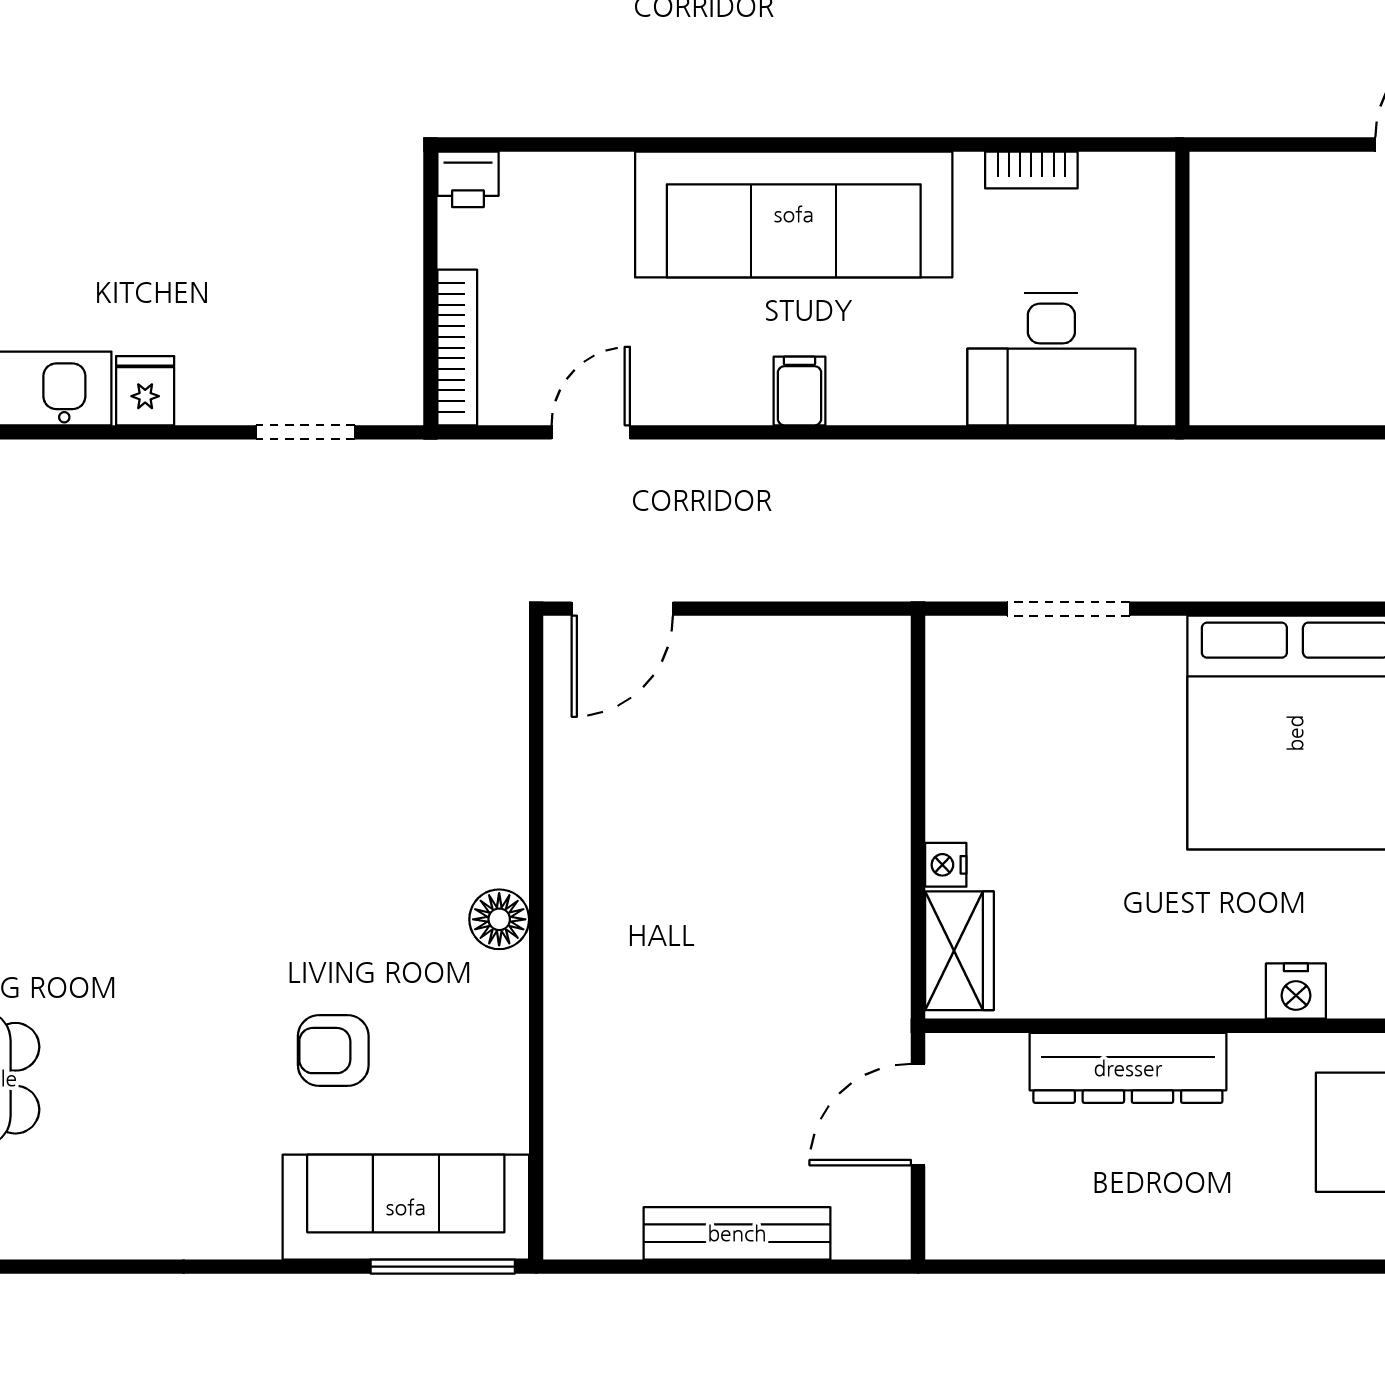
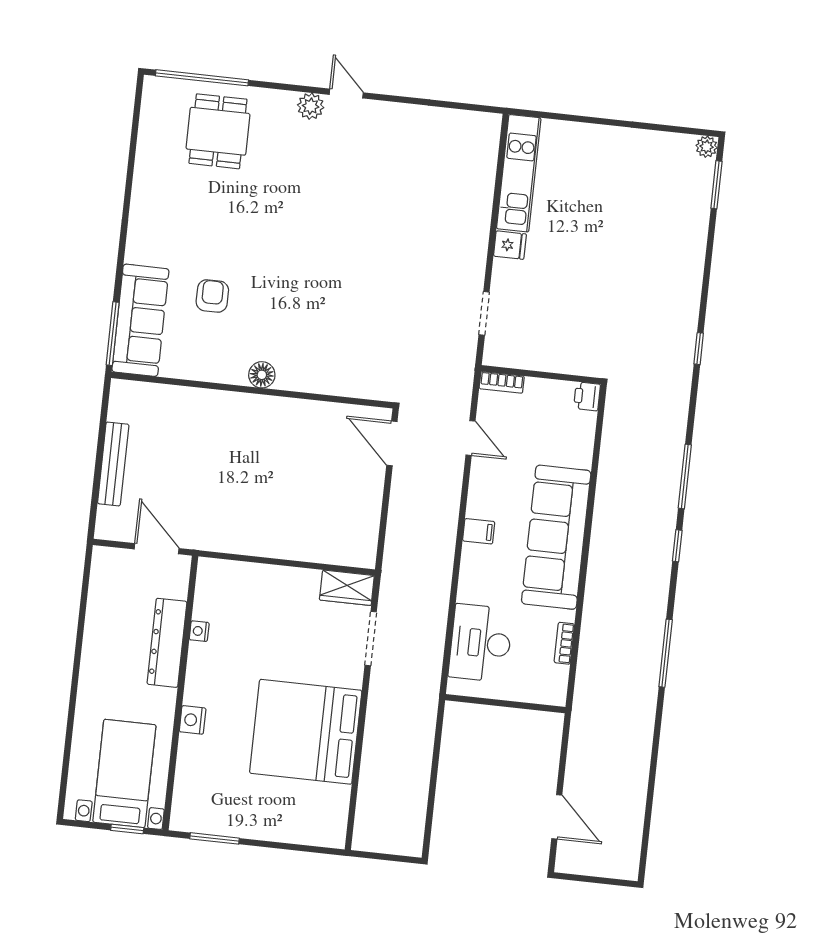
bookcase: (457, 348) -> (502, 382), width x0.64
nightstand: (946, 865) -> (199, 631), moved, turned -90
wardrobe: (959, 951) -> (347, 588), moved

